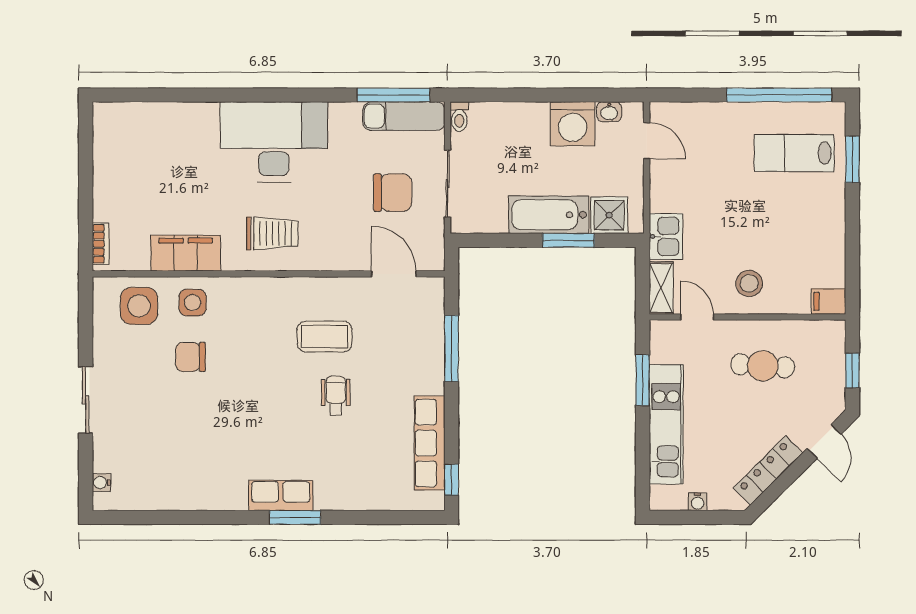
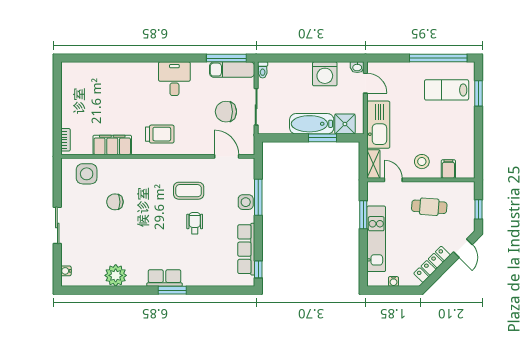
washbasin: (609, 112) -> (357, 67), moved
desk: (274, 142) -> (174, 79), width x0.53, depth x0.77
chair: (393, 193) -> (226, 112), turned 180
kitchen sink: (666, 236) -> (378, 125), width x1.87, depth x1.24
filing cabinet: (828, 301) -> (448, 169), moved, turned 90
side table: (193, 303) -> (246, 202), moved
plant: (192, 491) -> (116, 275), added

